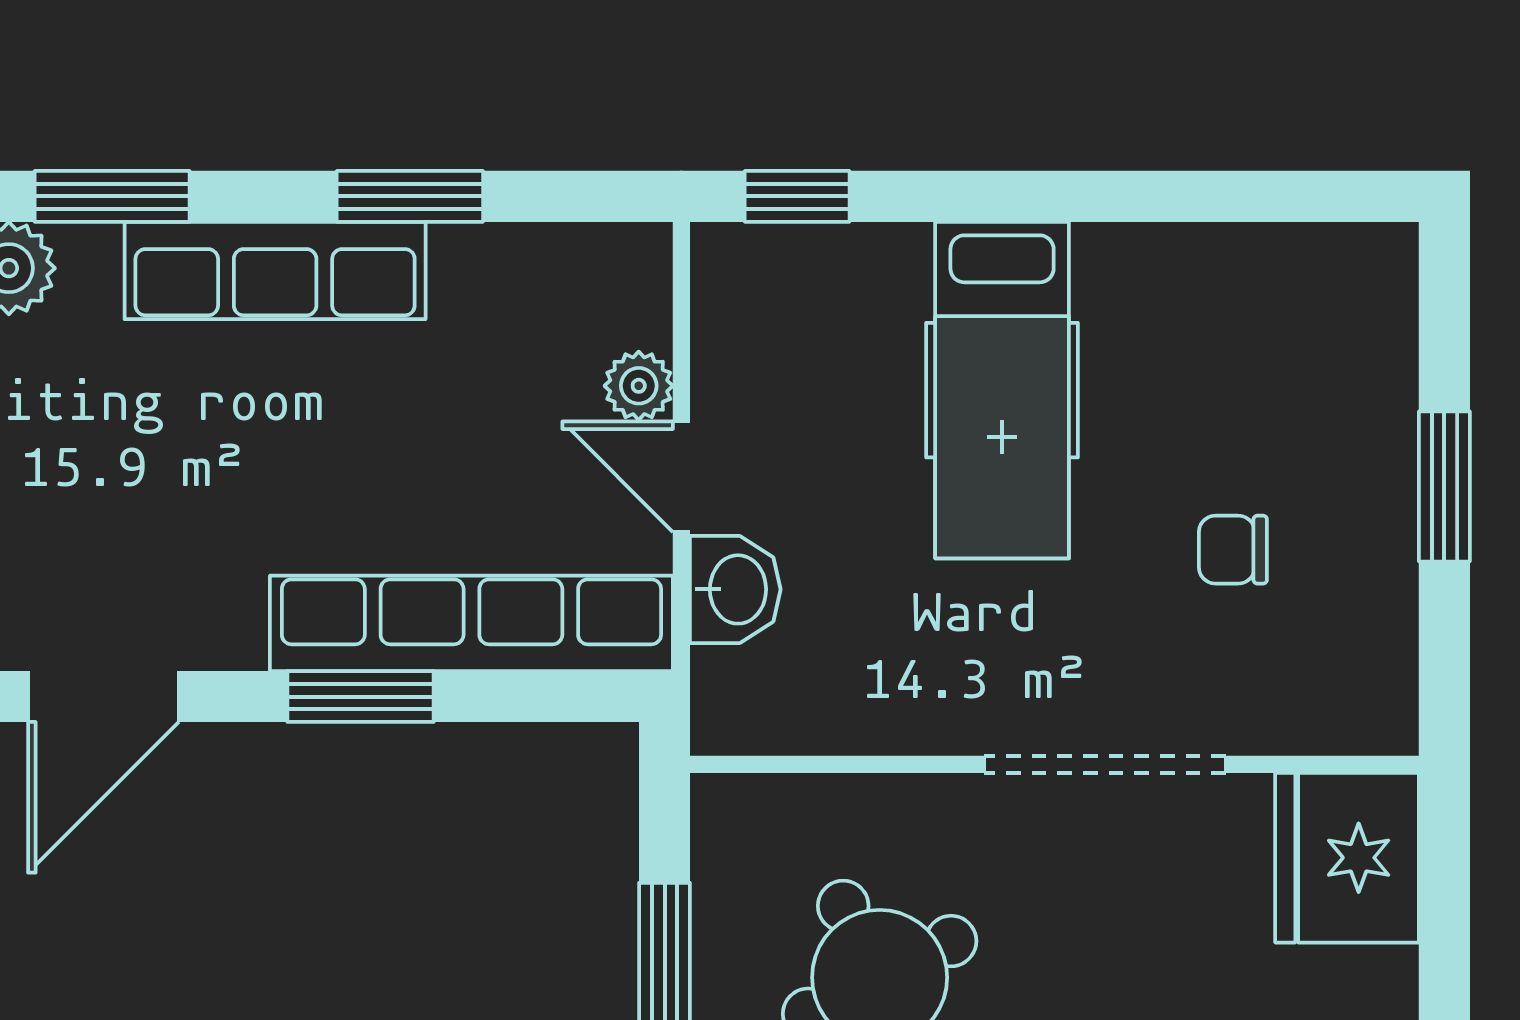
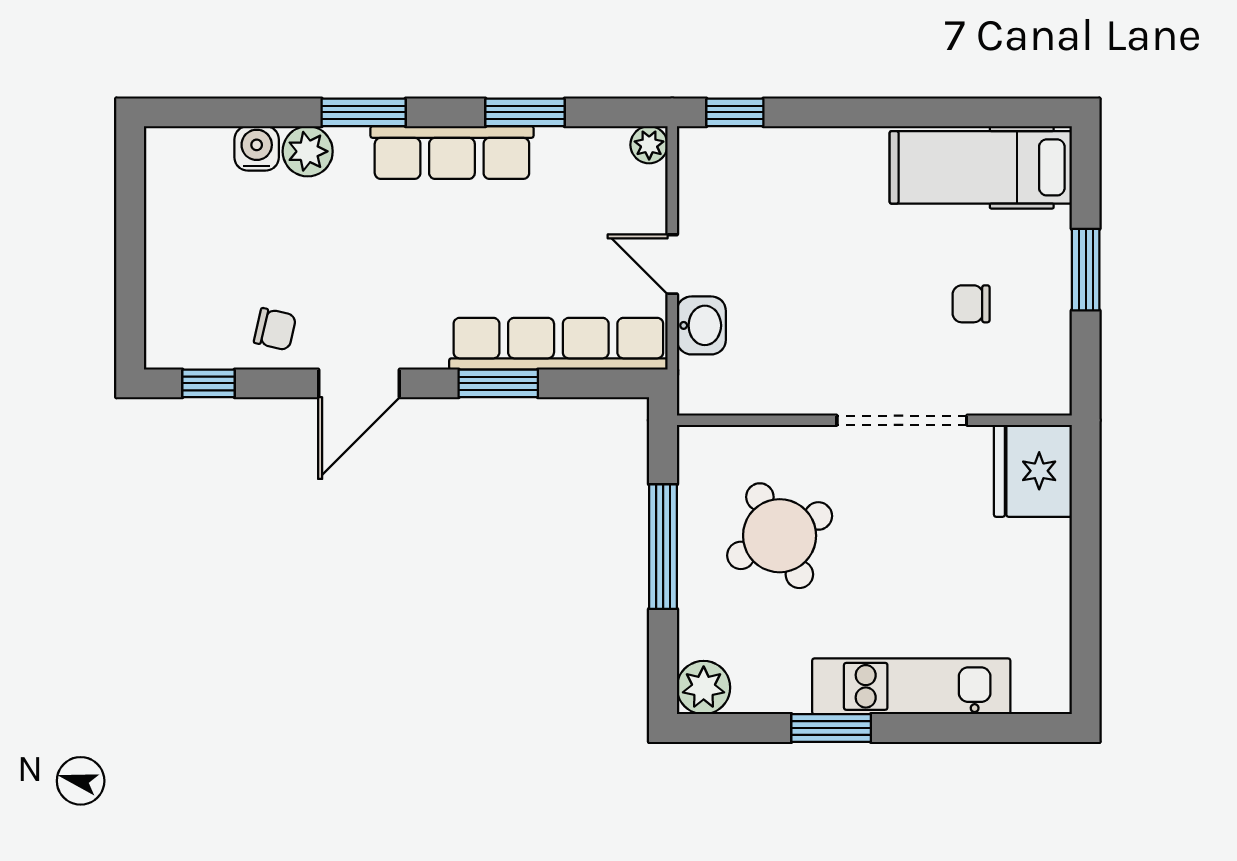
plant: (639, 386) -> (649, 145), moved
hospital bed: (1002, 390) -> (981, 167), moved, turned 90

